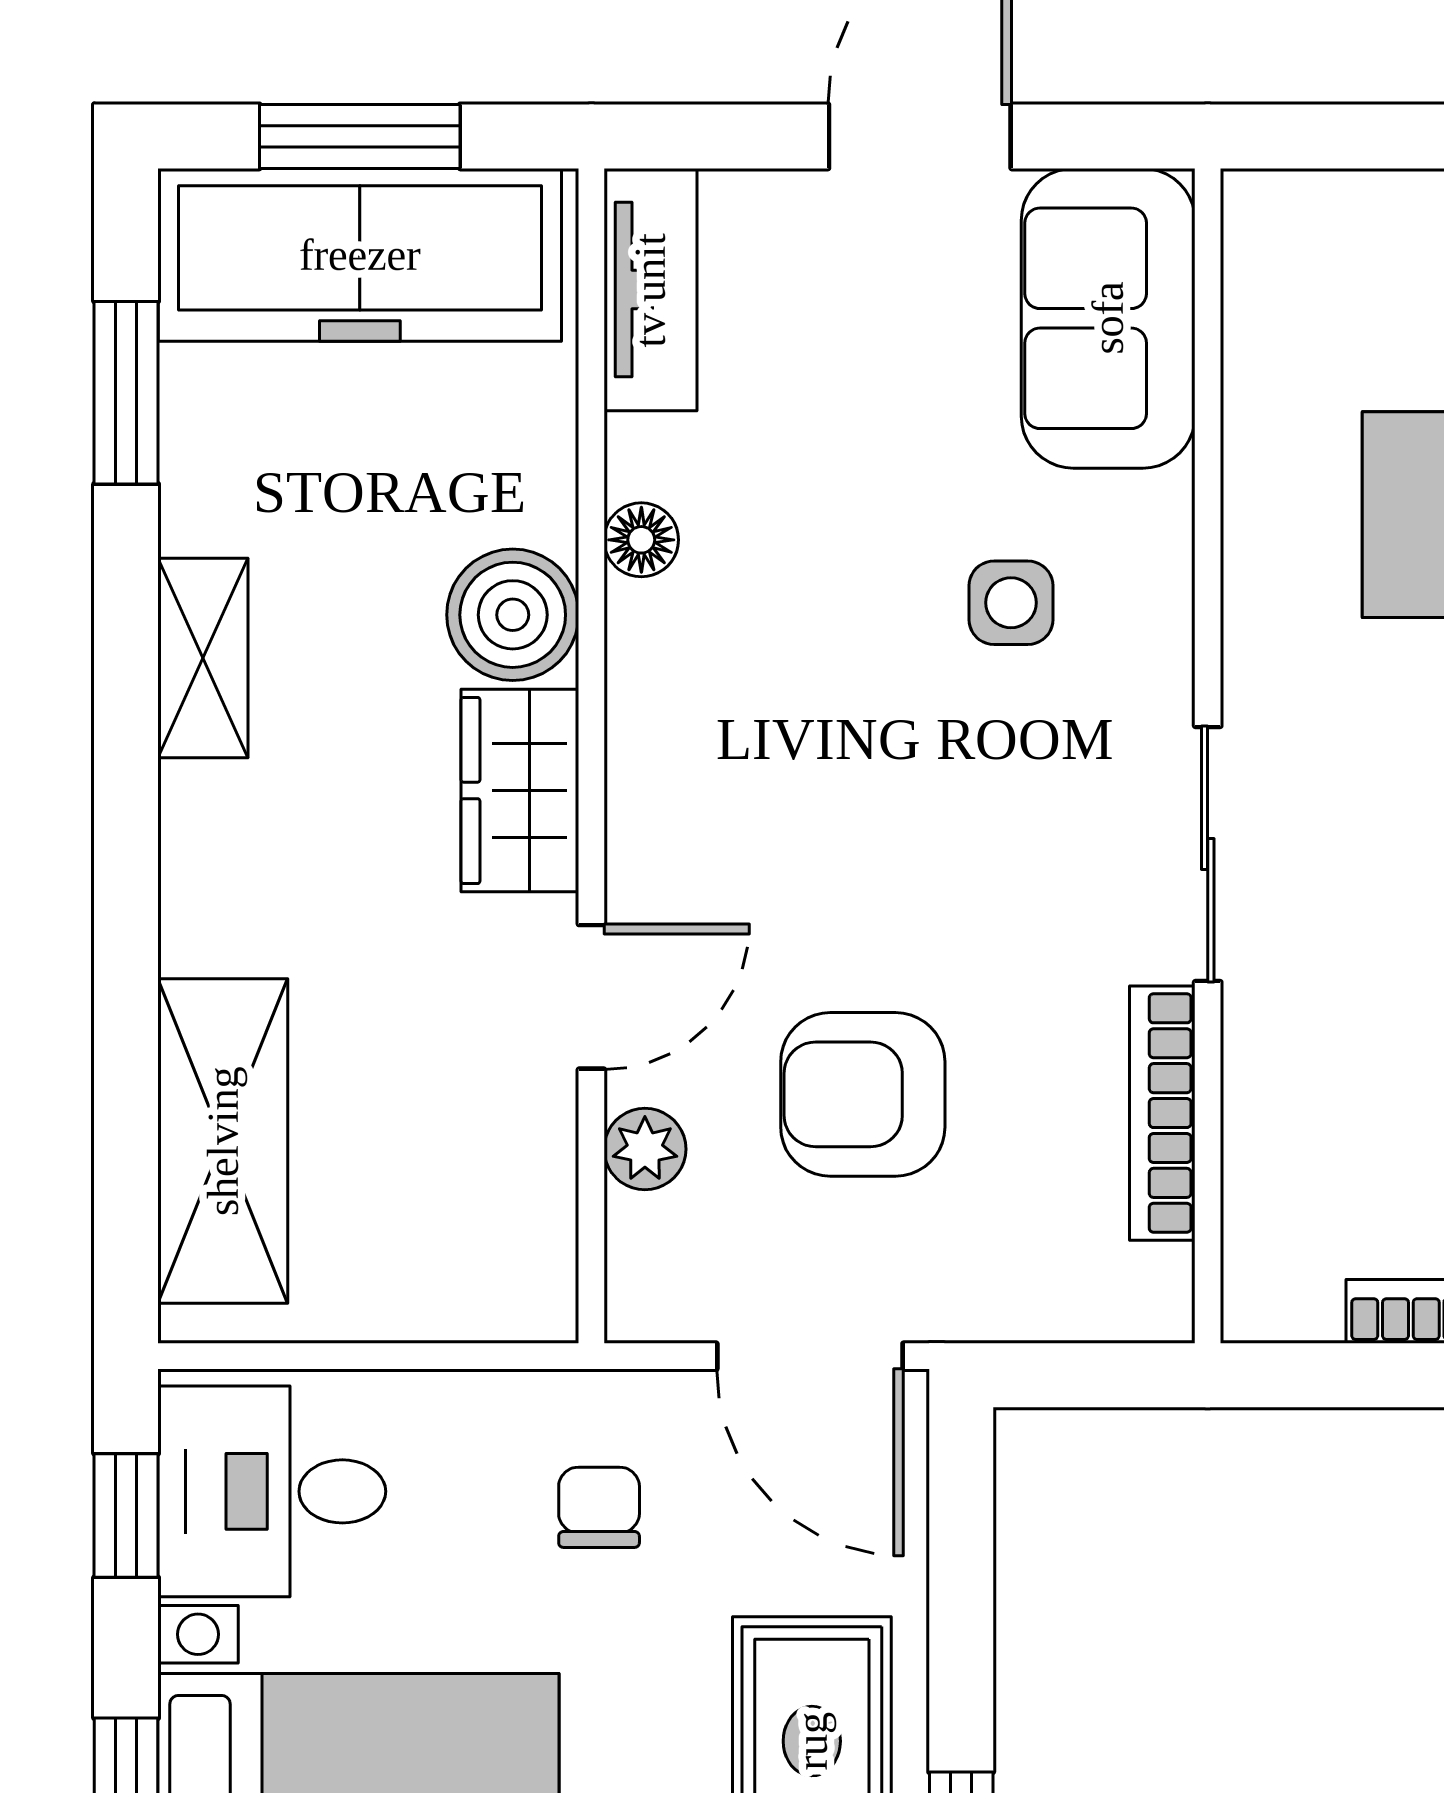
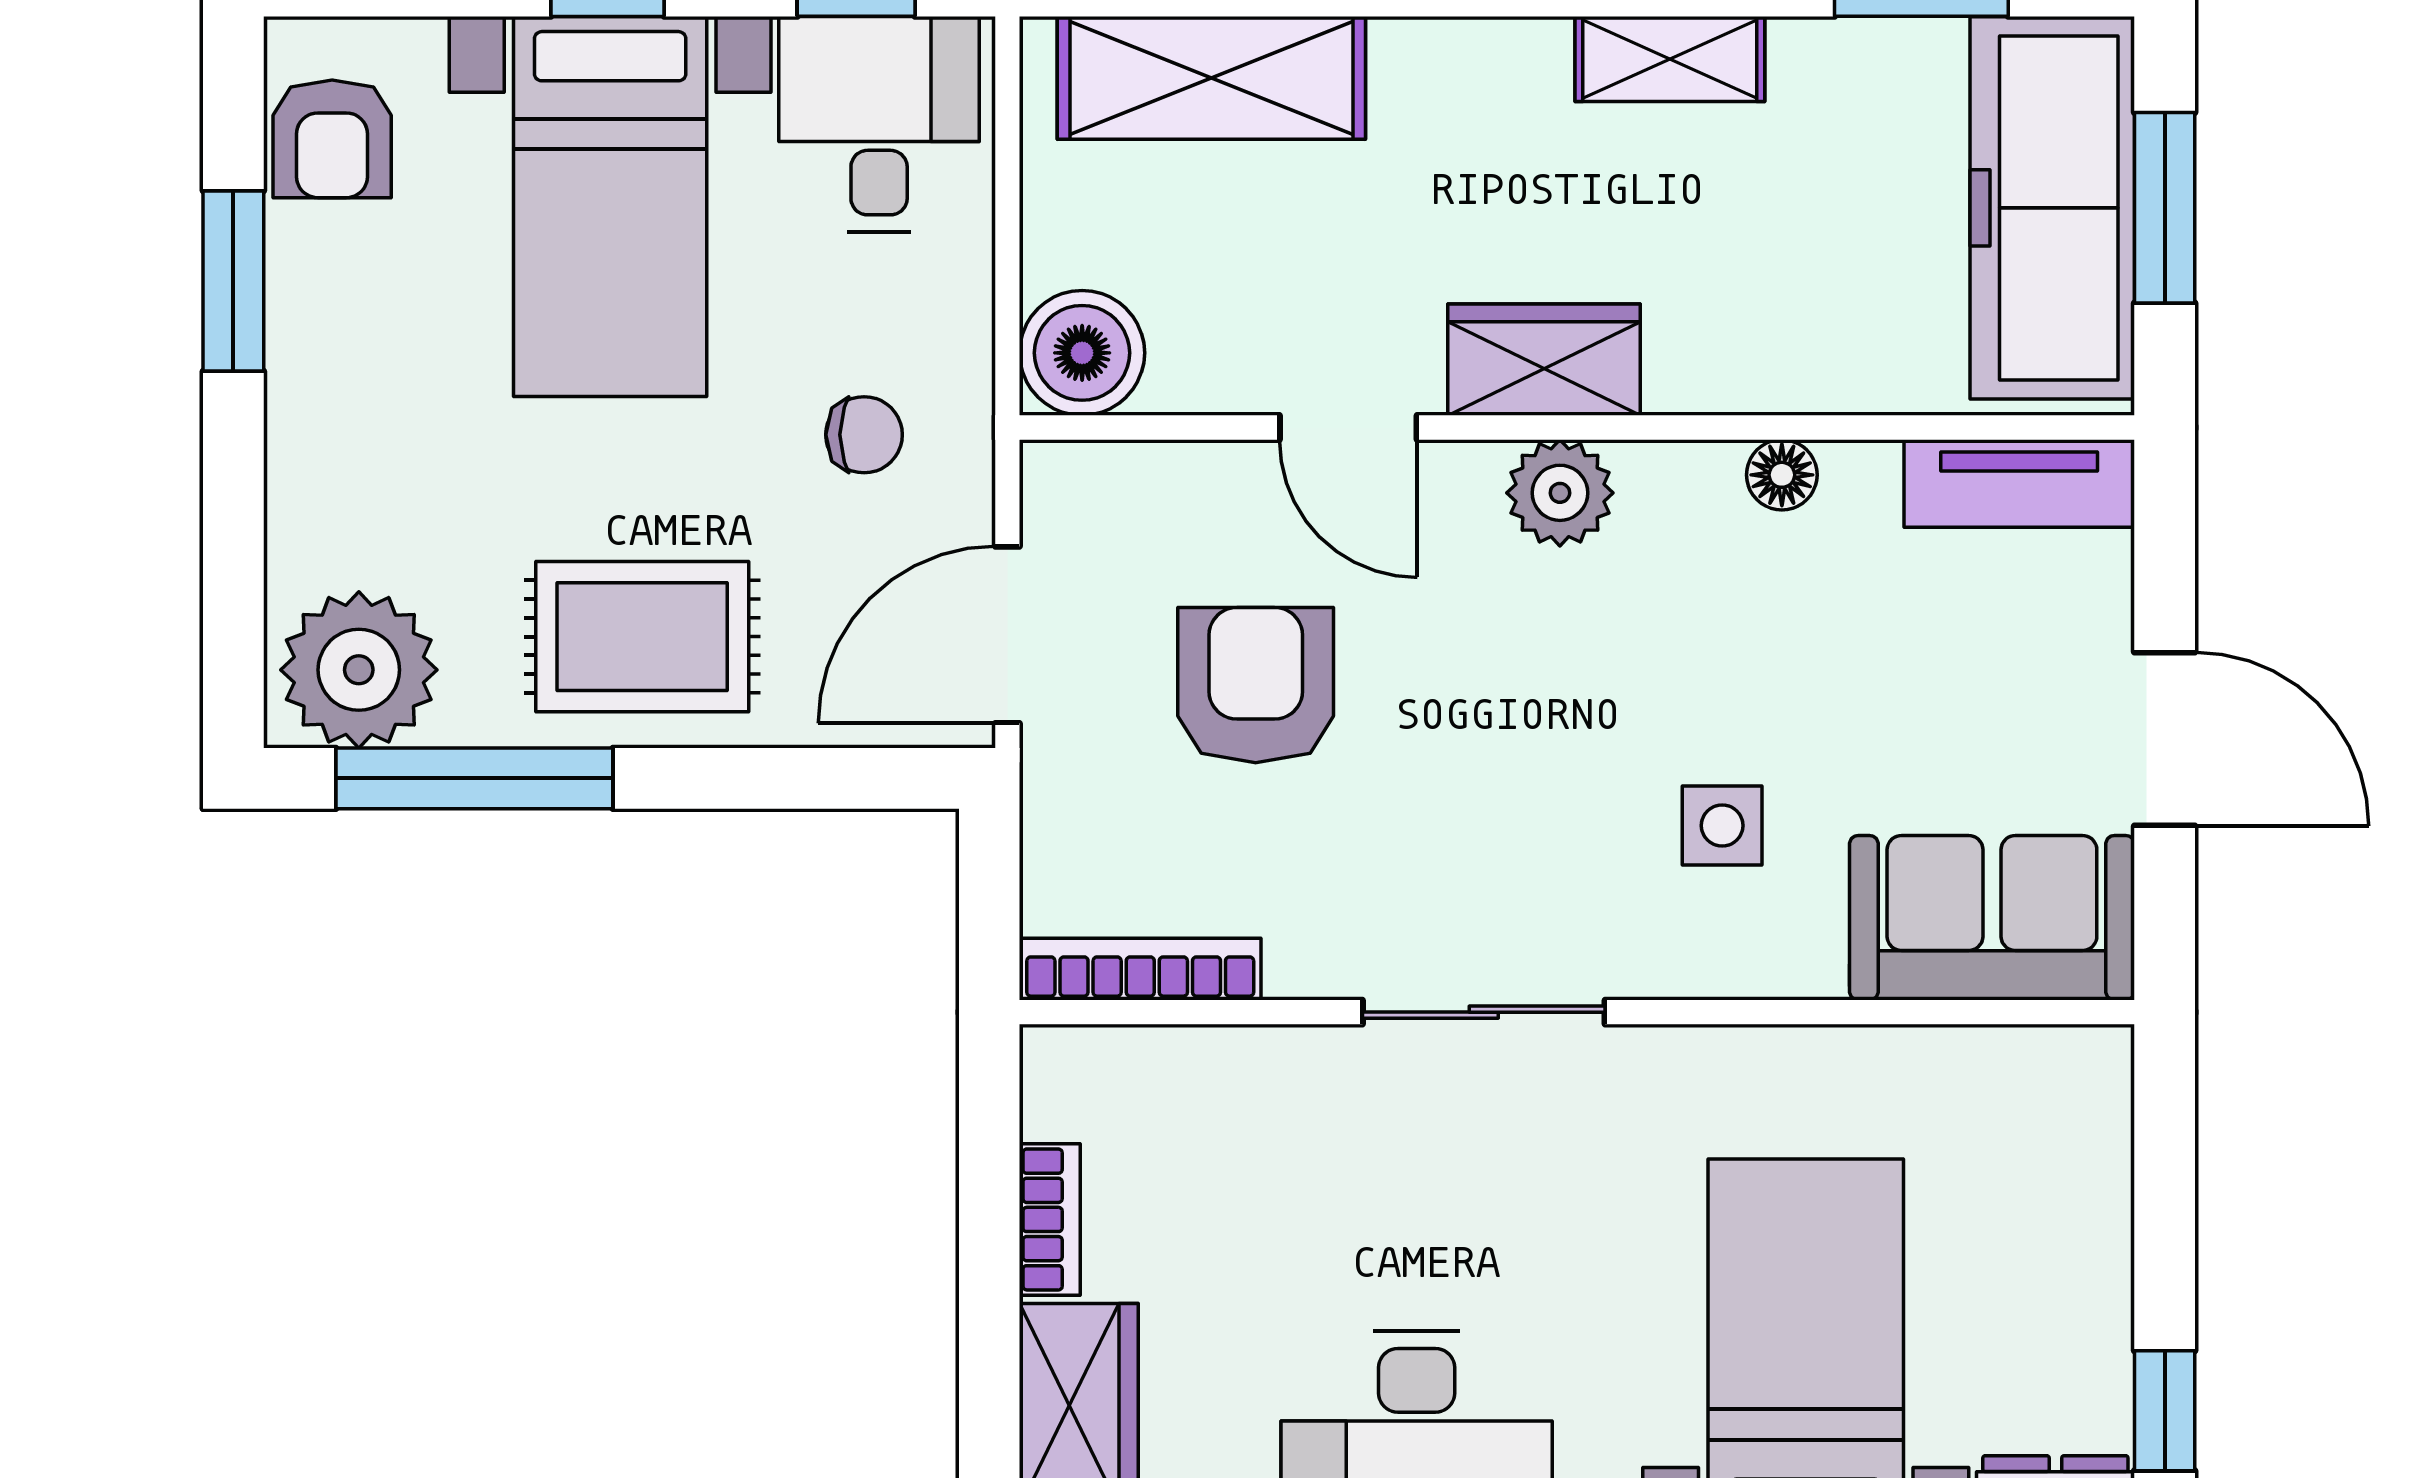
boiler: (513, 615) -> (1082, 353), moved
bookcase: (1162, 1113) -> (1140, 969), moved
plant: (645, 1149) -> (1560, 493), moved, width x1.38, depth x1.38

